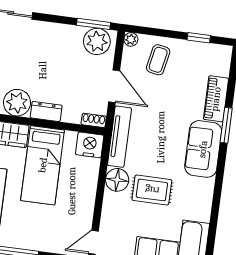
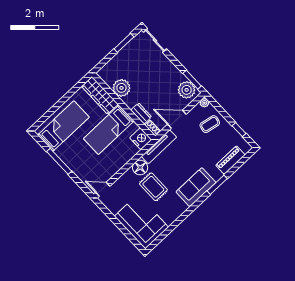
door: (114, 86) -> (177, 119), swing flipped
piano: (216, 99) -> (230, 160), moved
dresser: (46, 111) -> (141, 114), moved

